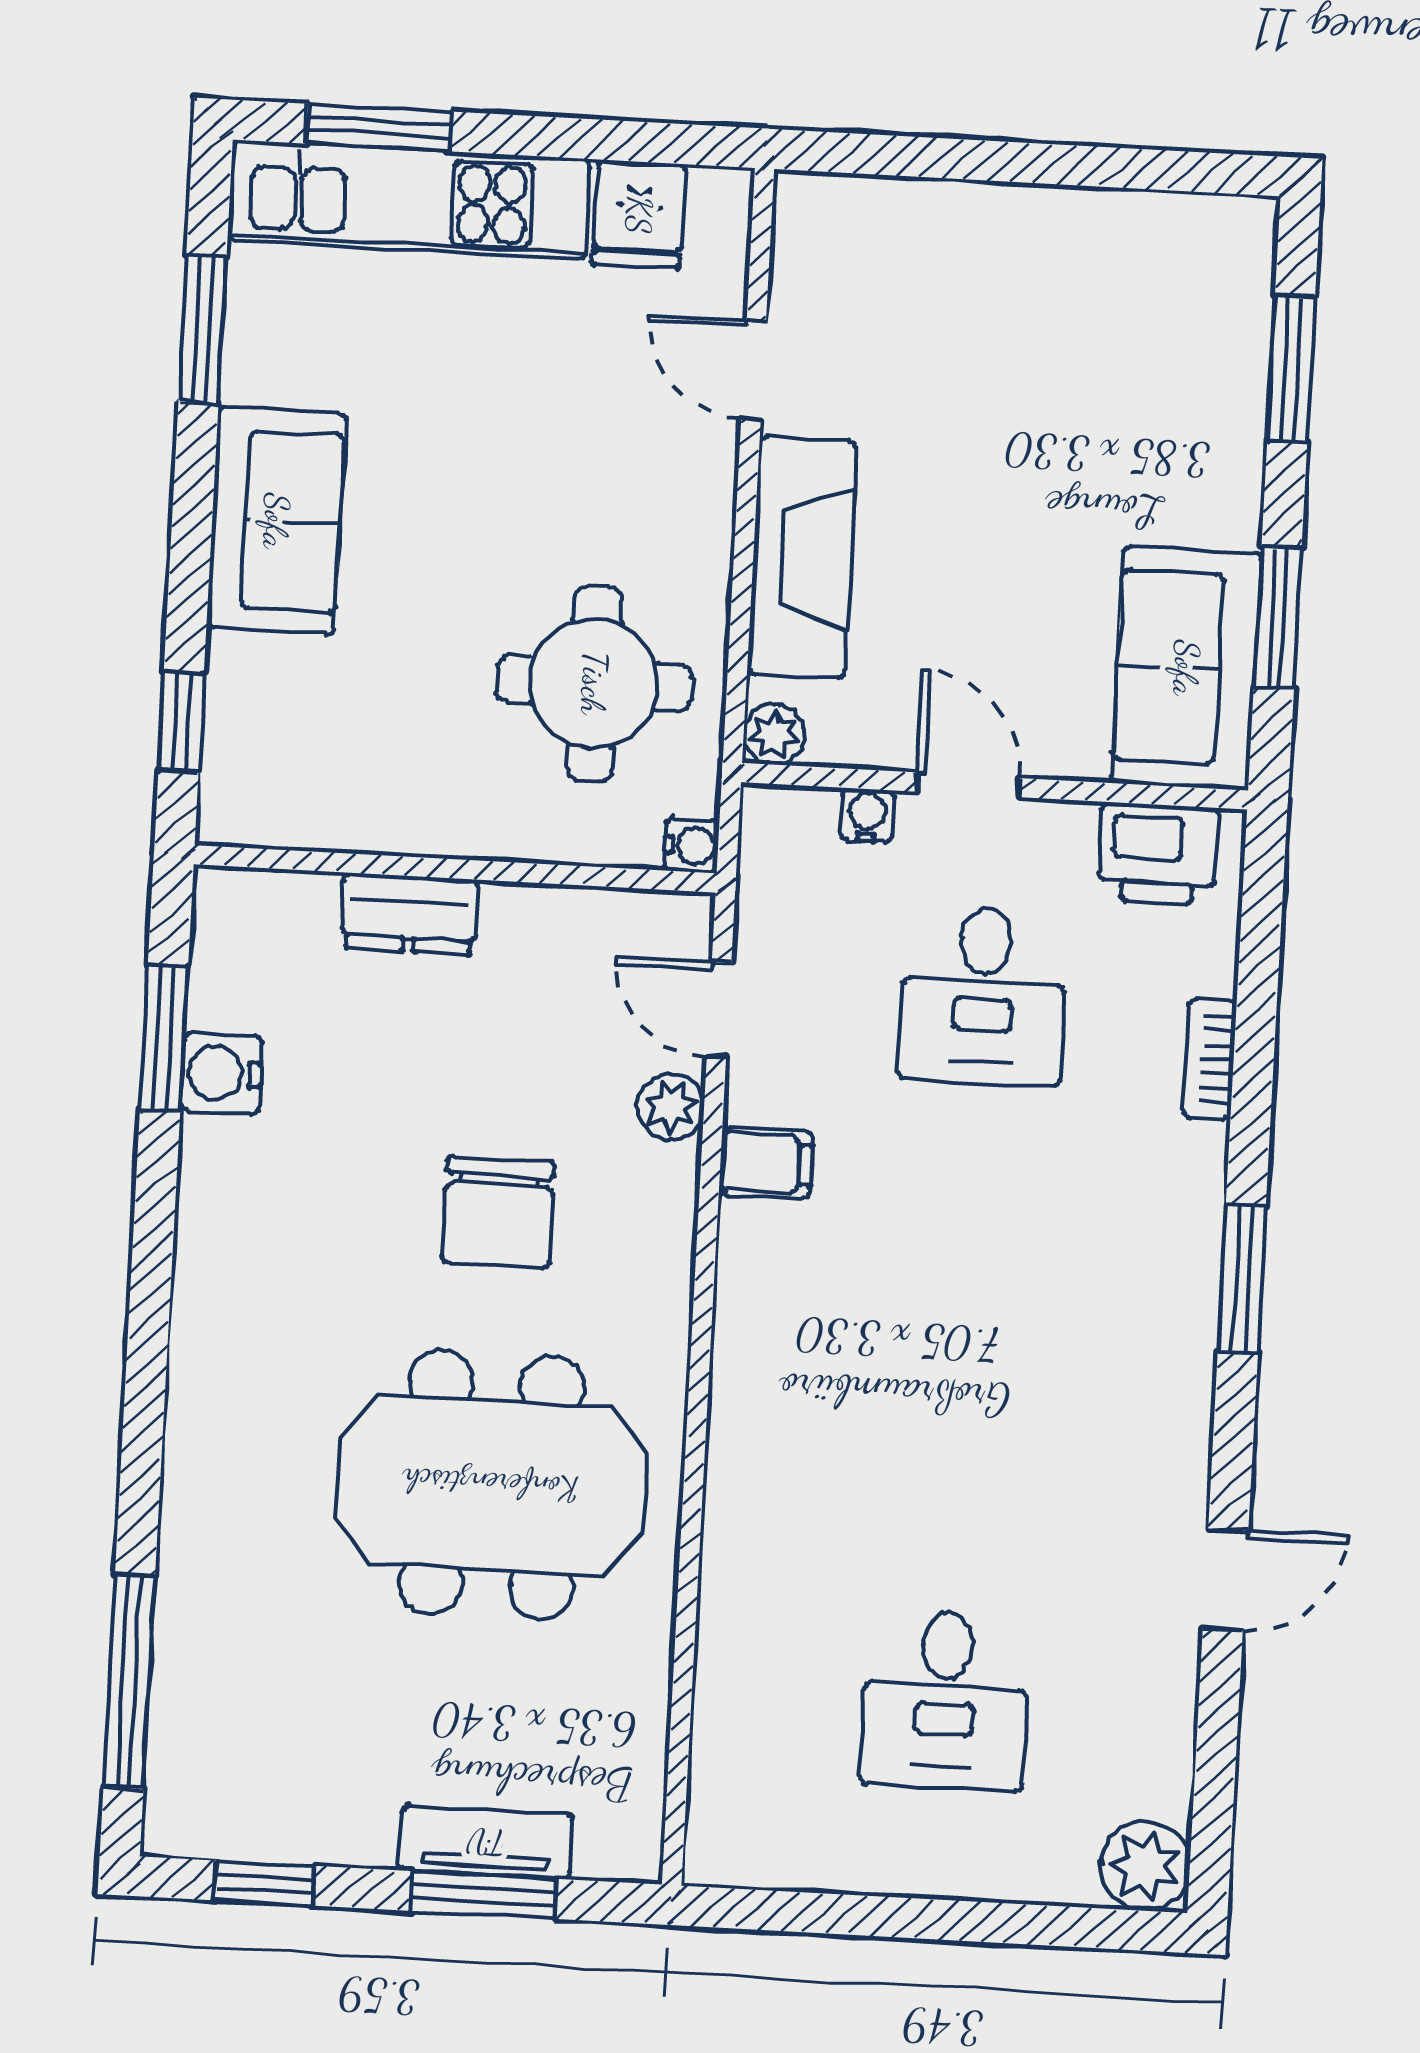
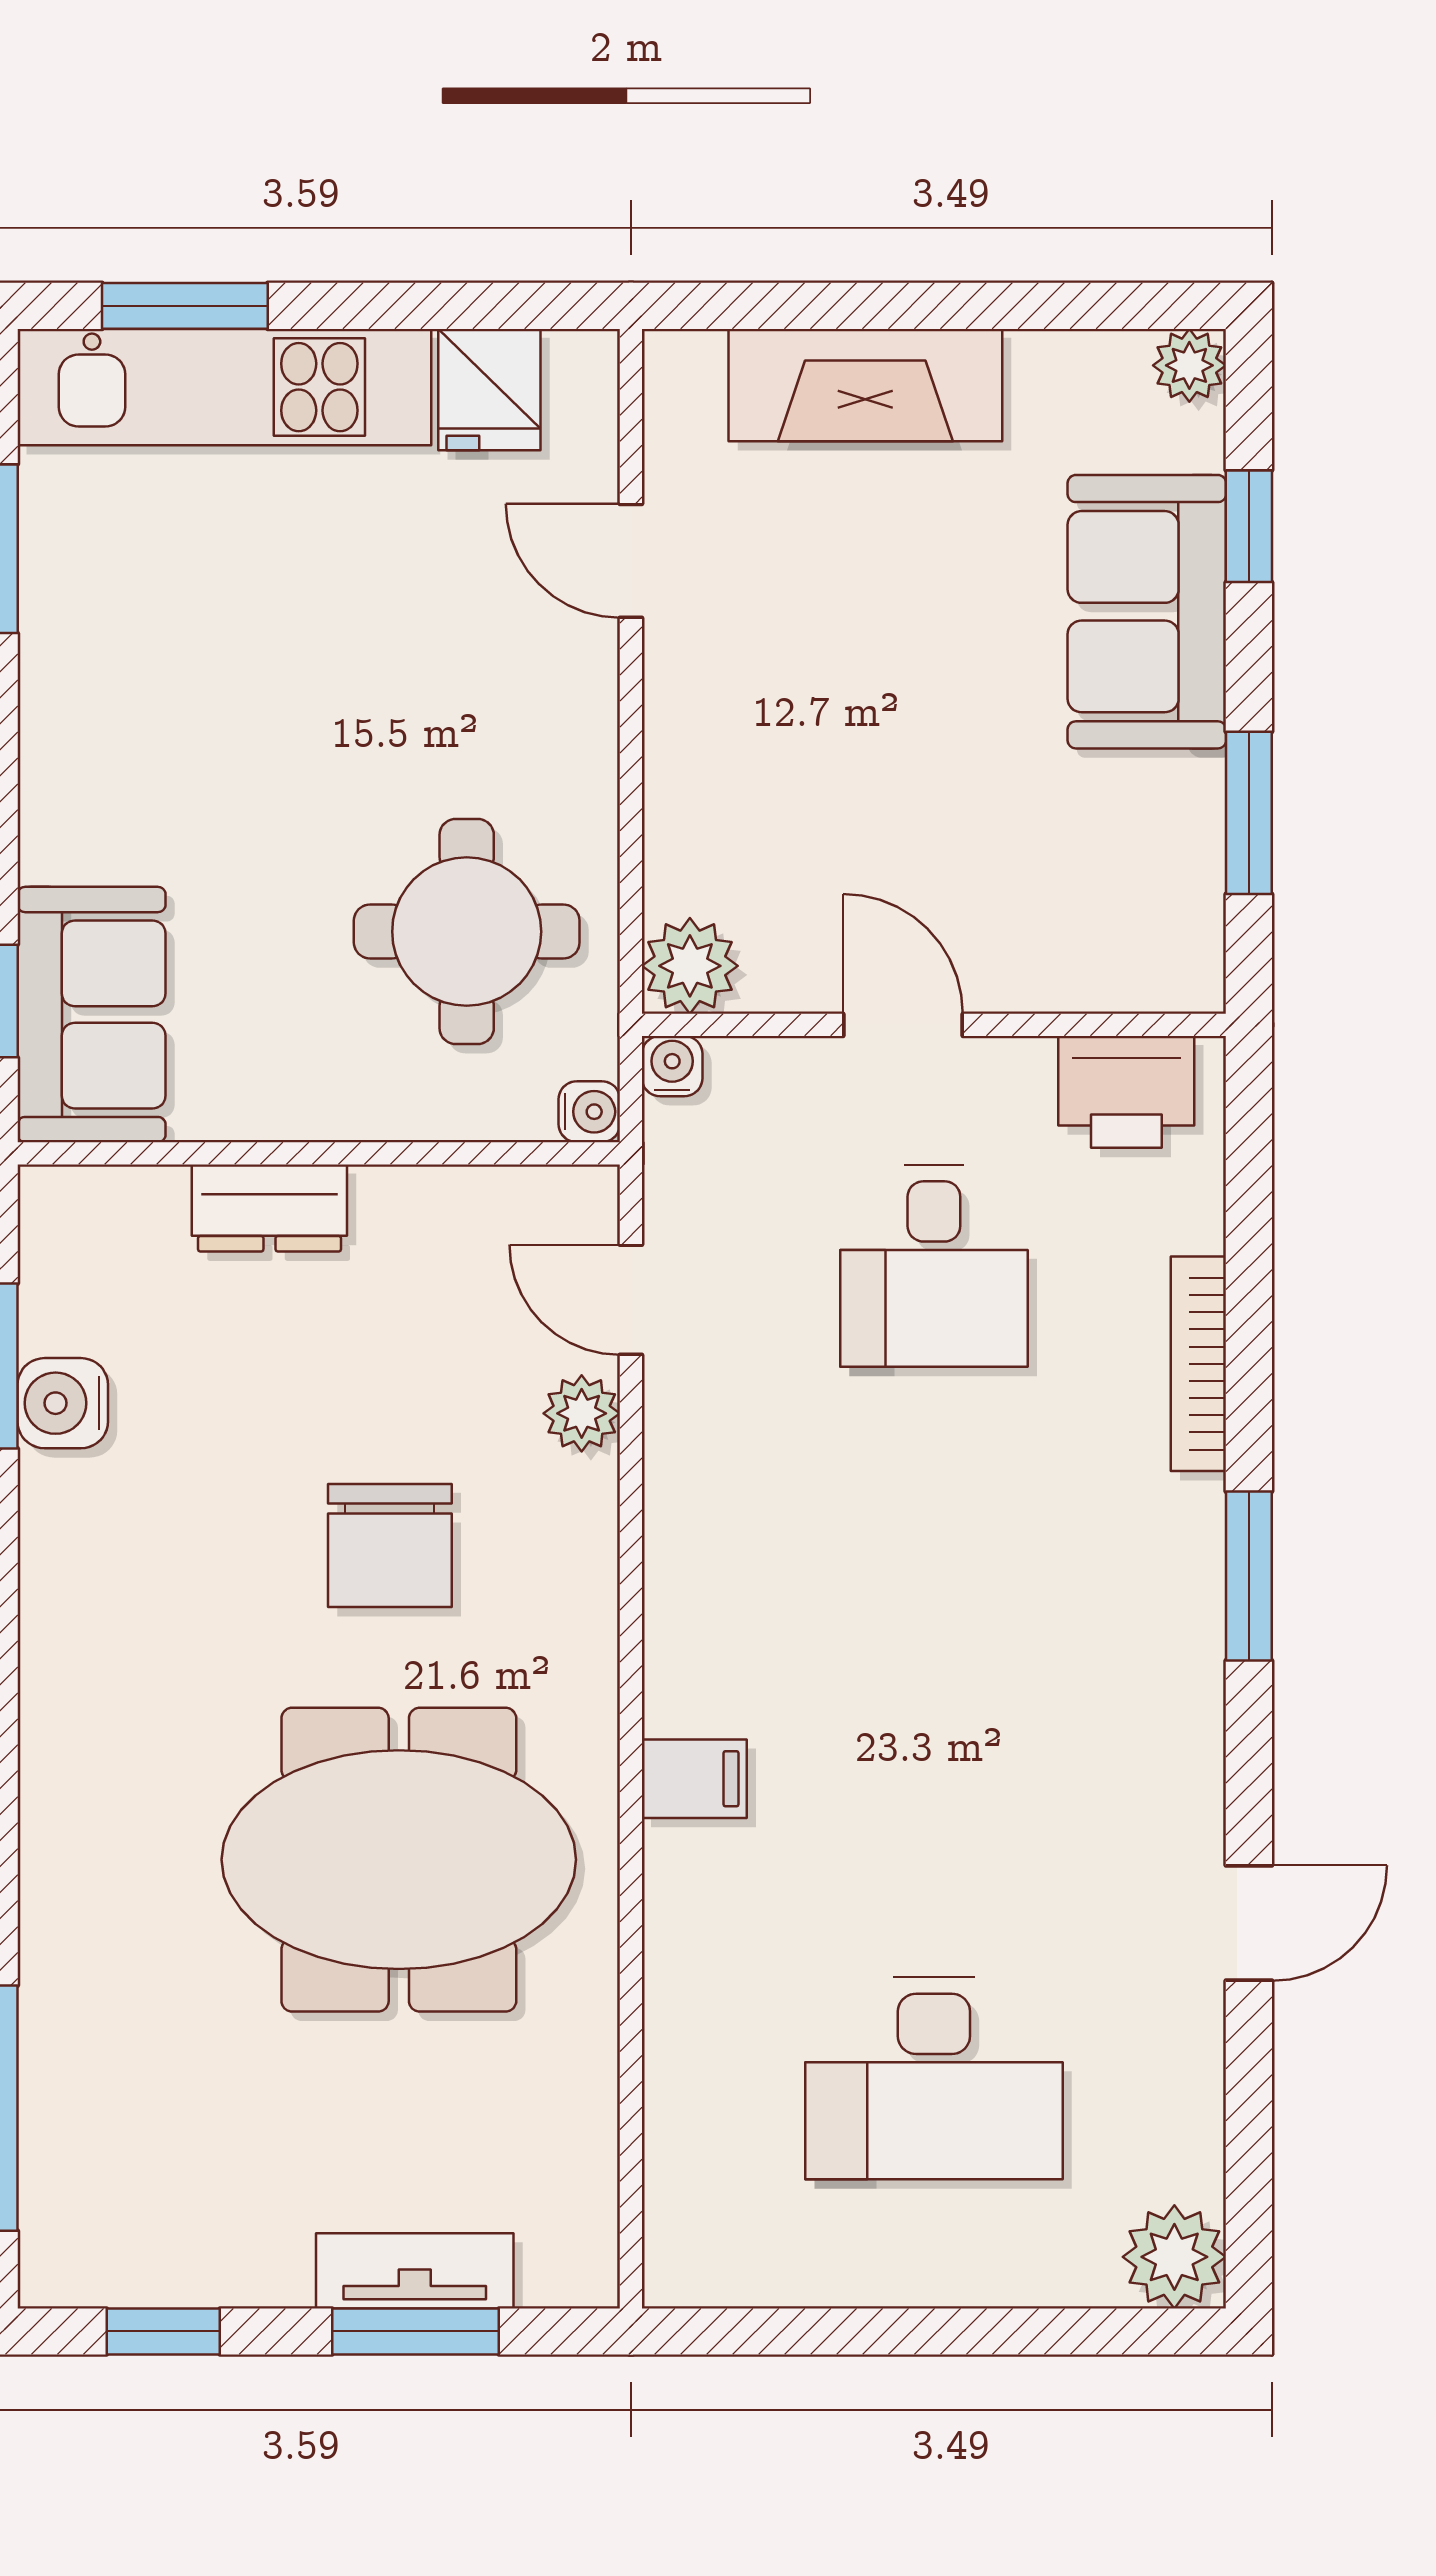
plant: (1247, 226) -> (1189, 365), added
window: (1291, 369) -> (1249, 526), width x0.67
sofa: (276, 521) -> (91, 1015), moved
fireplace: (802, 557) -> (865, 385), moved, turned 90
sofa: (1186, 668) -> (1147, 612), moved
plant: (774, 734) -> (690, 966), width x1.38, depth x1.38
water cooler: (867, 815) -> (672, 1066), moved
bookcase: (1210, 1059) -> (1198, 1364), width x1.56
filing cabinet: (766, 1163) -> (694, 1779), moved
desk: (945, 1700) -> (934, 2078), width x1.37

